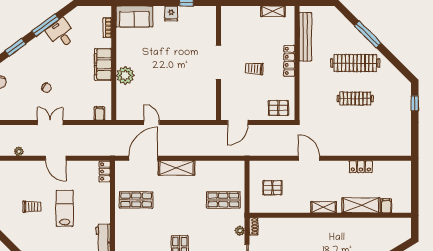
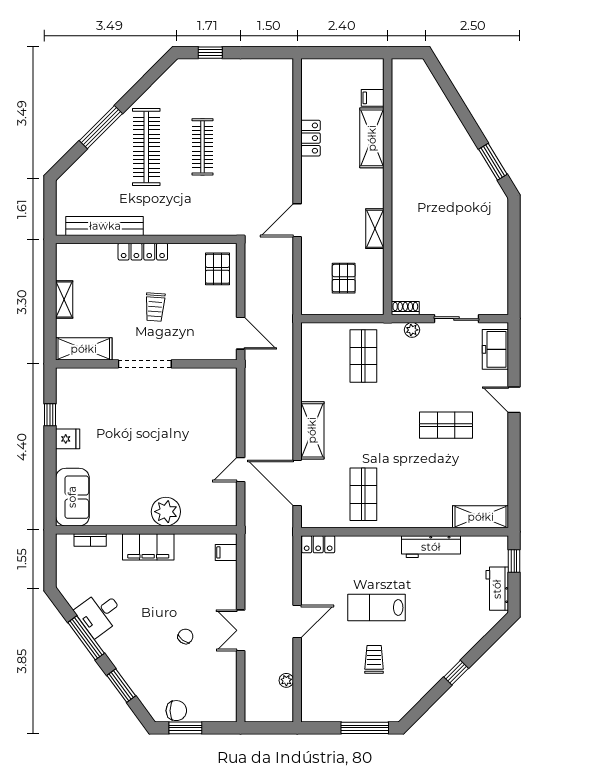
shelving: (273, 11) -> (64, 299), moved
shelving: (228, 24) -> (84, 349), added
shelving: (324, 207) -> (375, 229), moved

